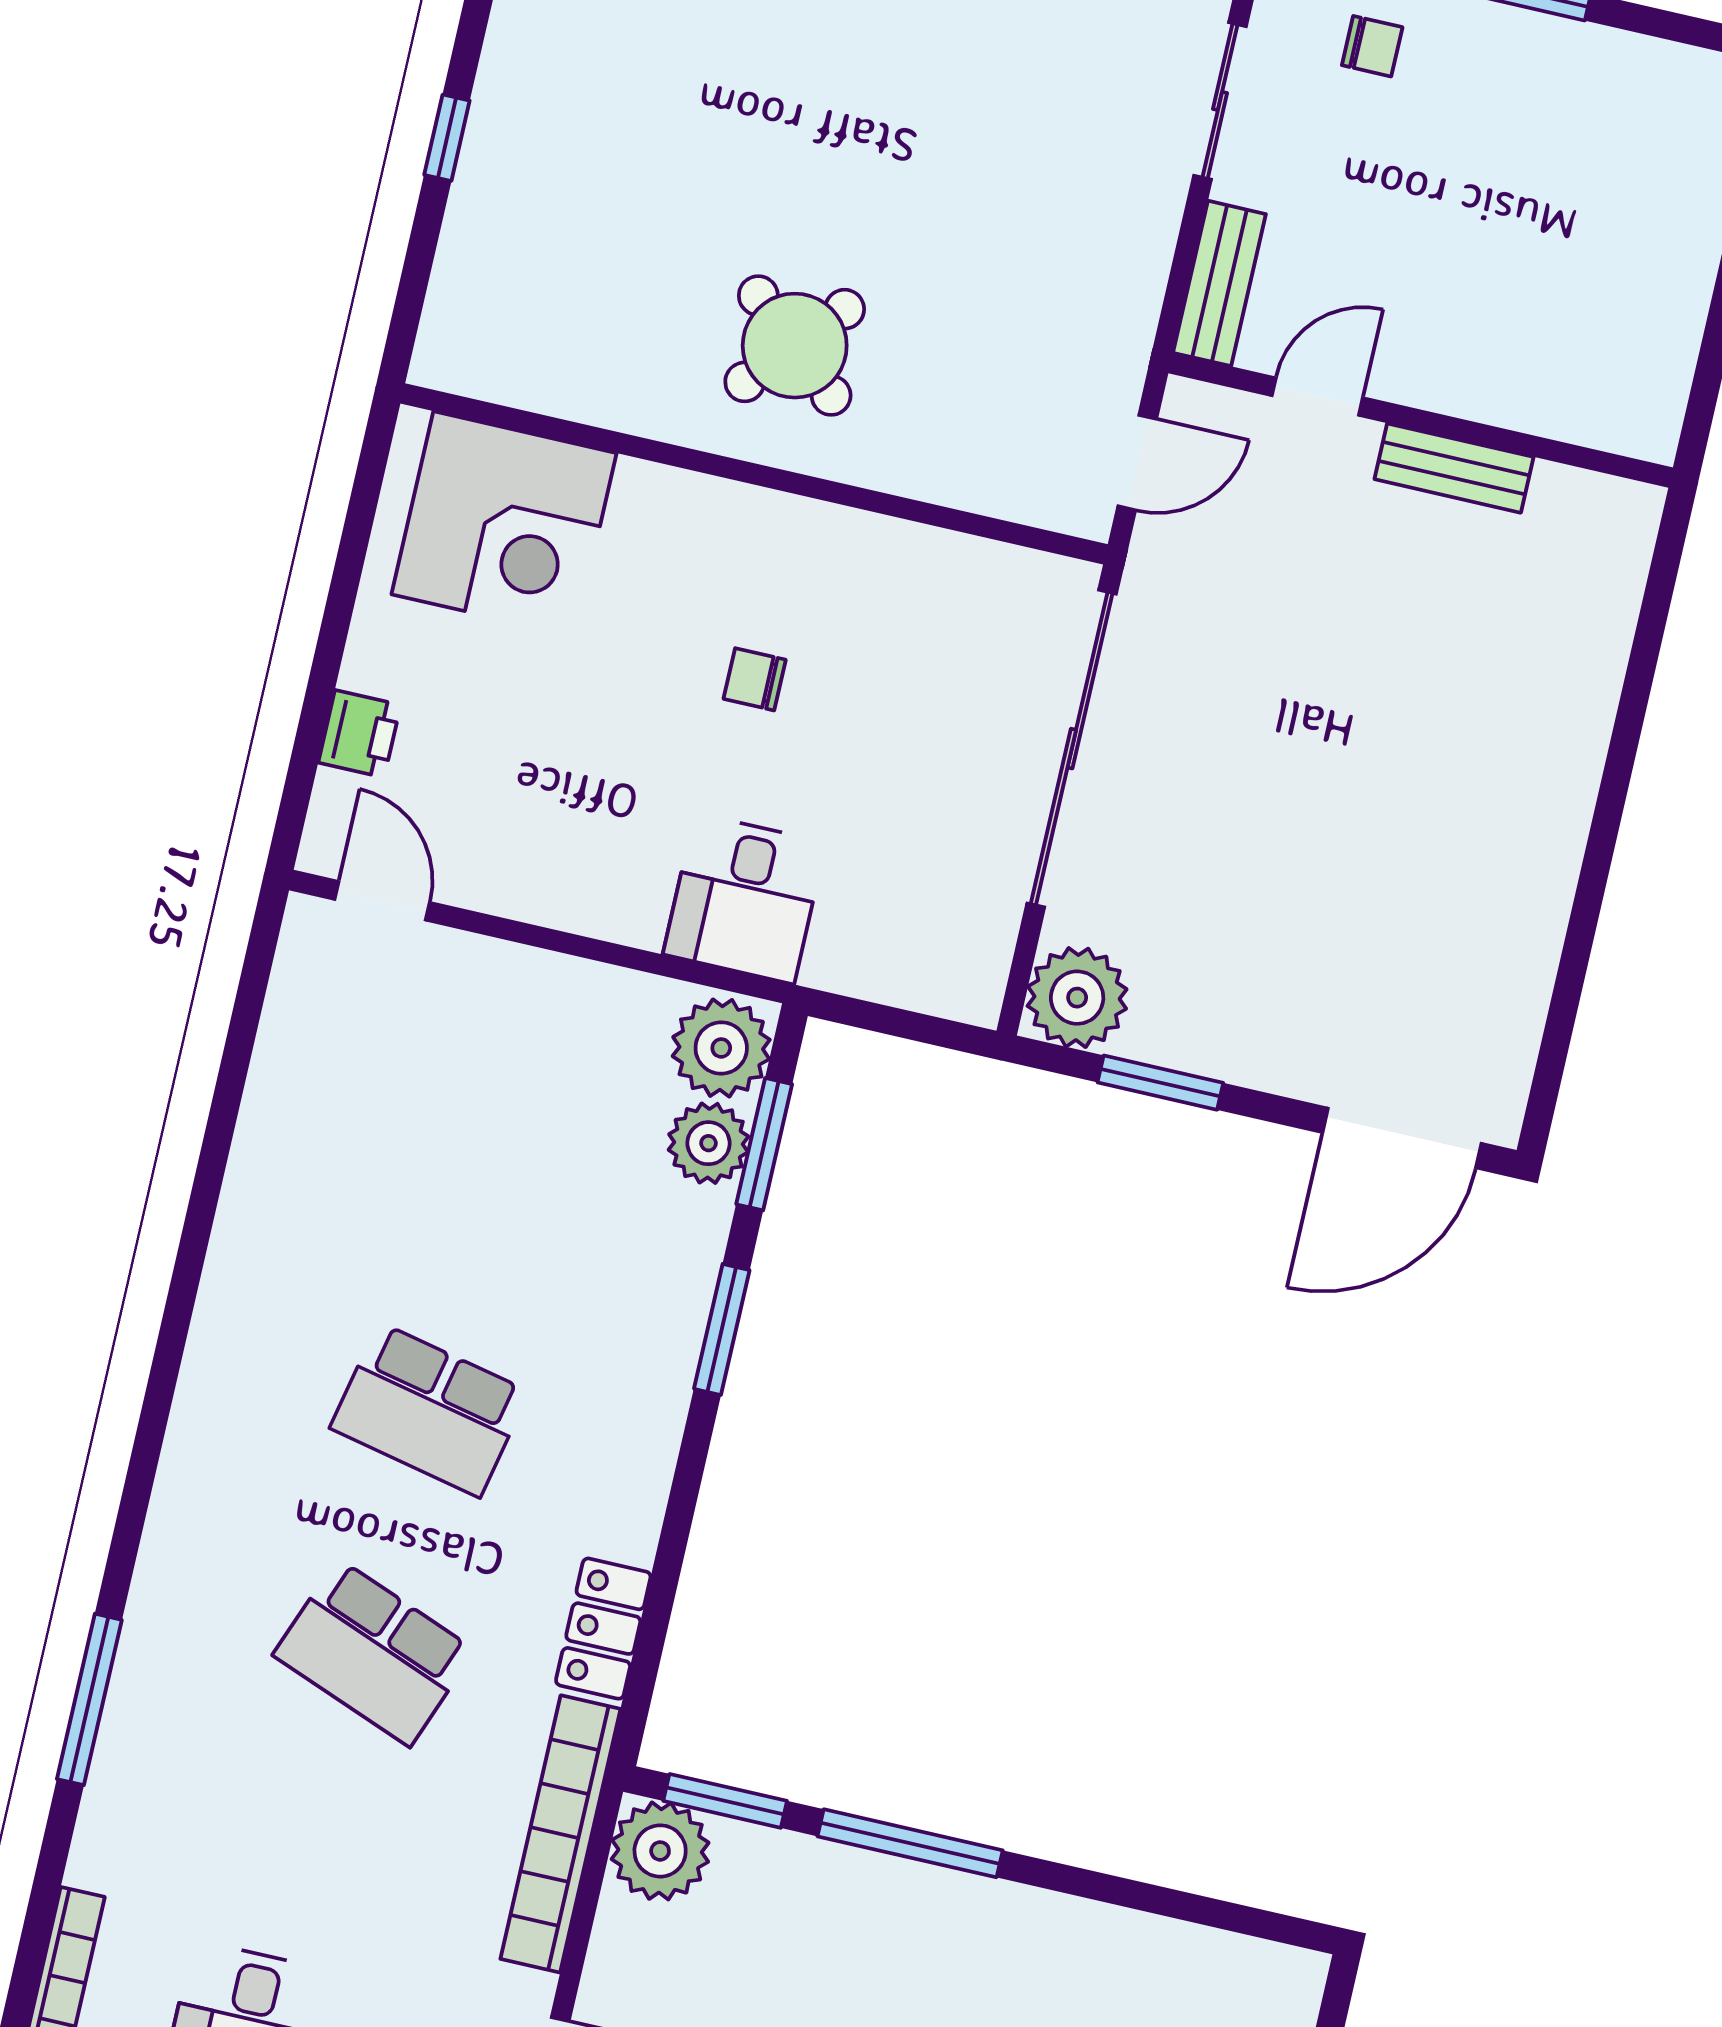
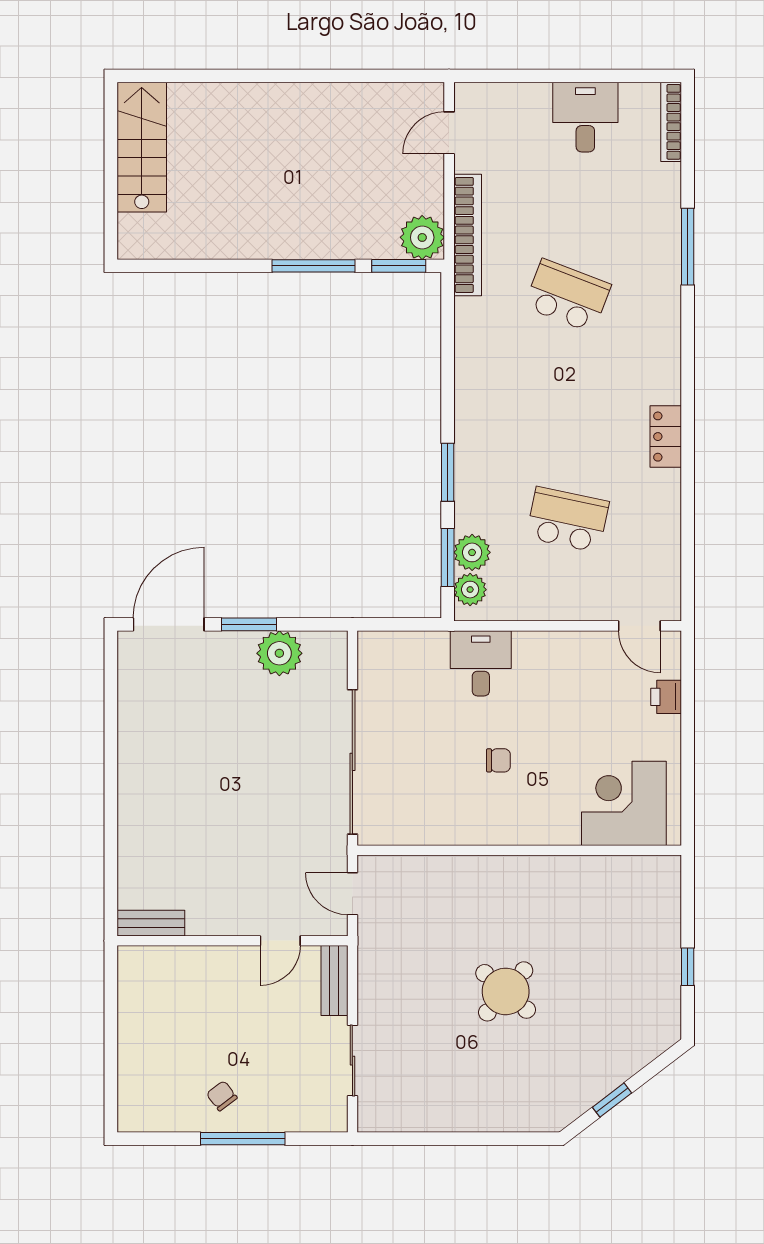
chair: (1372, 46) -> (222, 1096), moved, turned 53
round table: (795, 346) -> (506, 991), moved
door: (1137, 463) -> (352, 894), hinge flipped
bench: (1454, 468) -> (151, 923), moved
plant: (1077, 998) -> (279, 653), moved
plant: (721, 1048) -> (470, 590), width x0.73, depth x0.73
window: (1160, 1083) -> (249, 624), moved
school desk: (429, 1410) -> (568, 520), moved
locker: (603, 1629) -> (666, 437), moved, turned 180

